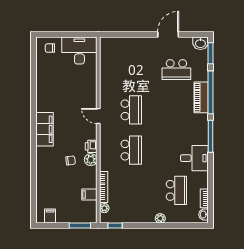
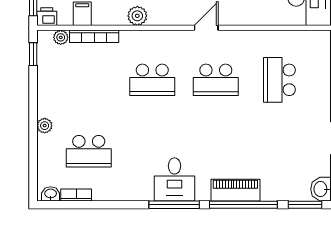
school desk: (176, 70) -> (279, 80), moved
printer: (91, 146) -> (47, 17), moved
desk: (194, 158) -> (174, 179), moved

